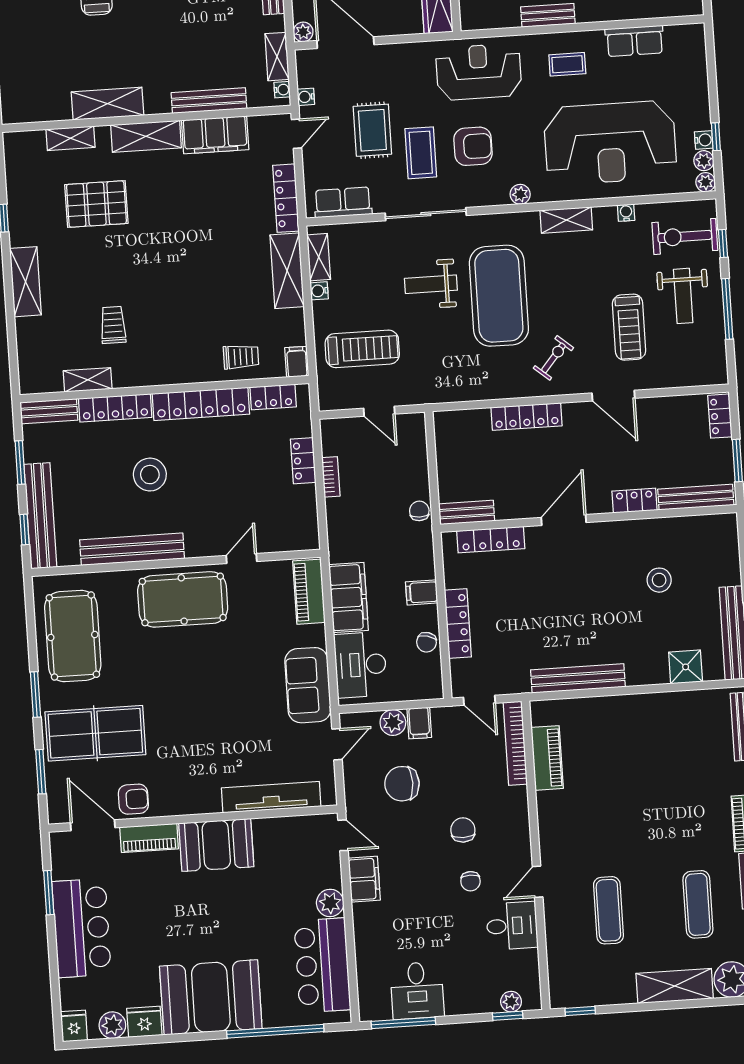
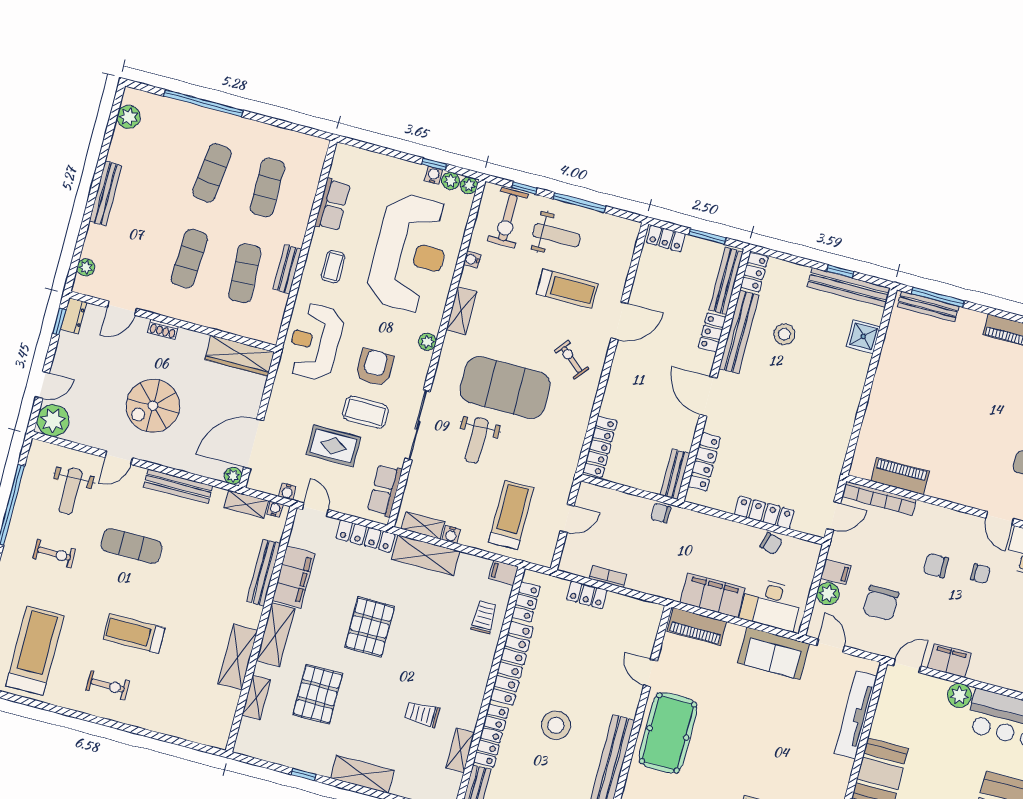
pallet: (189, 236) -> (370, 627), added
locker: (527, 417) -> (600, 447), moved
locker: (716, 525) -> (754, 272), added
filing cabinet: (422, 592) -> (729, 534), removed
bench: (578, 678) -> (739, 332), moved

